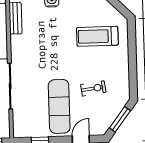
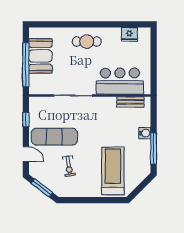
treadmill: (97, 36) -> (113, 171), width x1.37, depth x1.38

